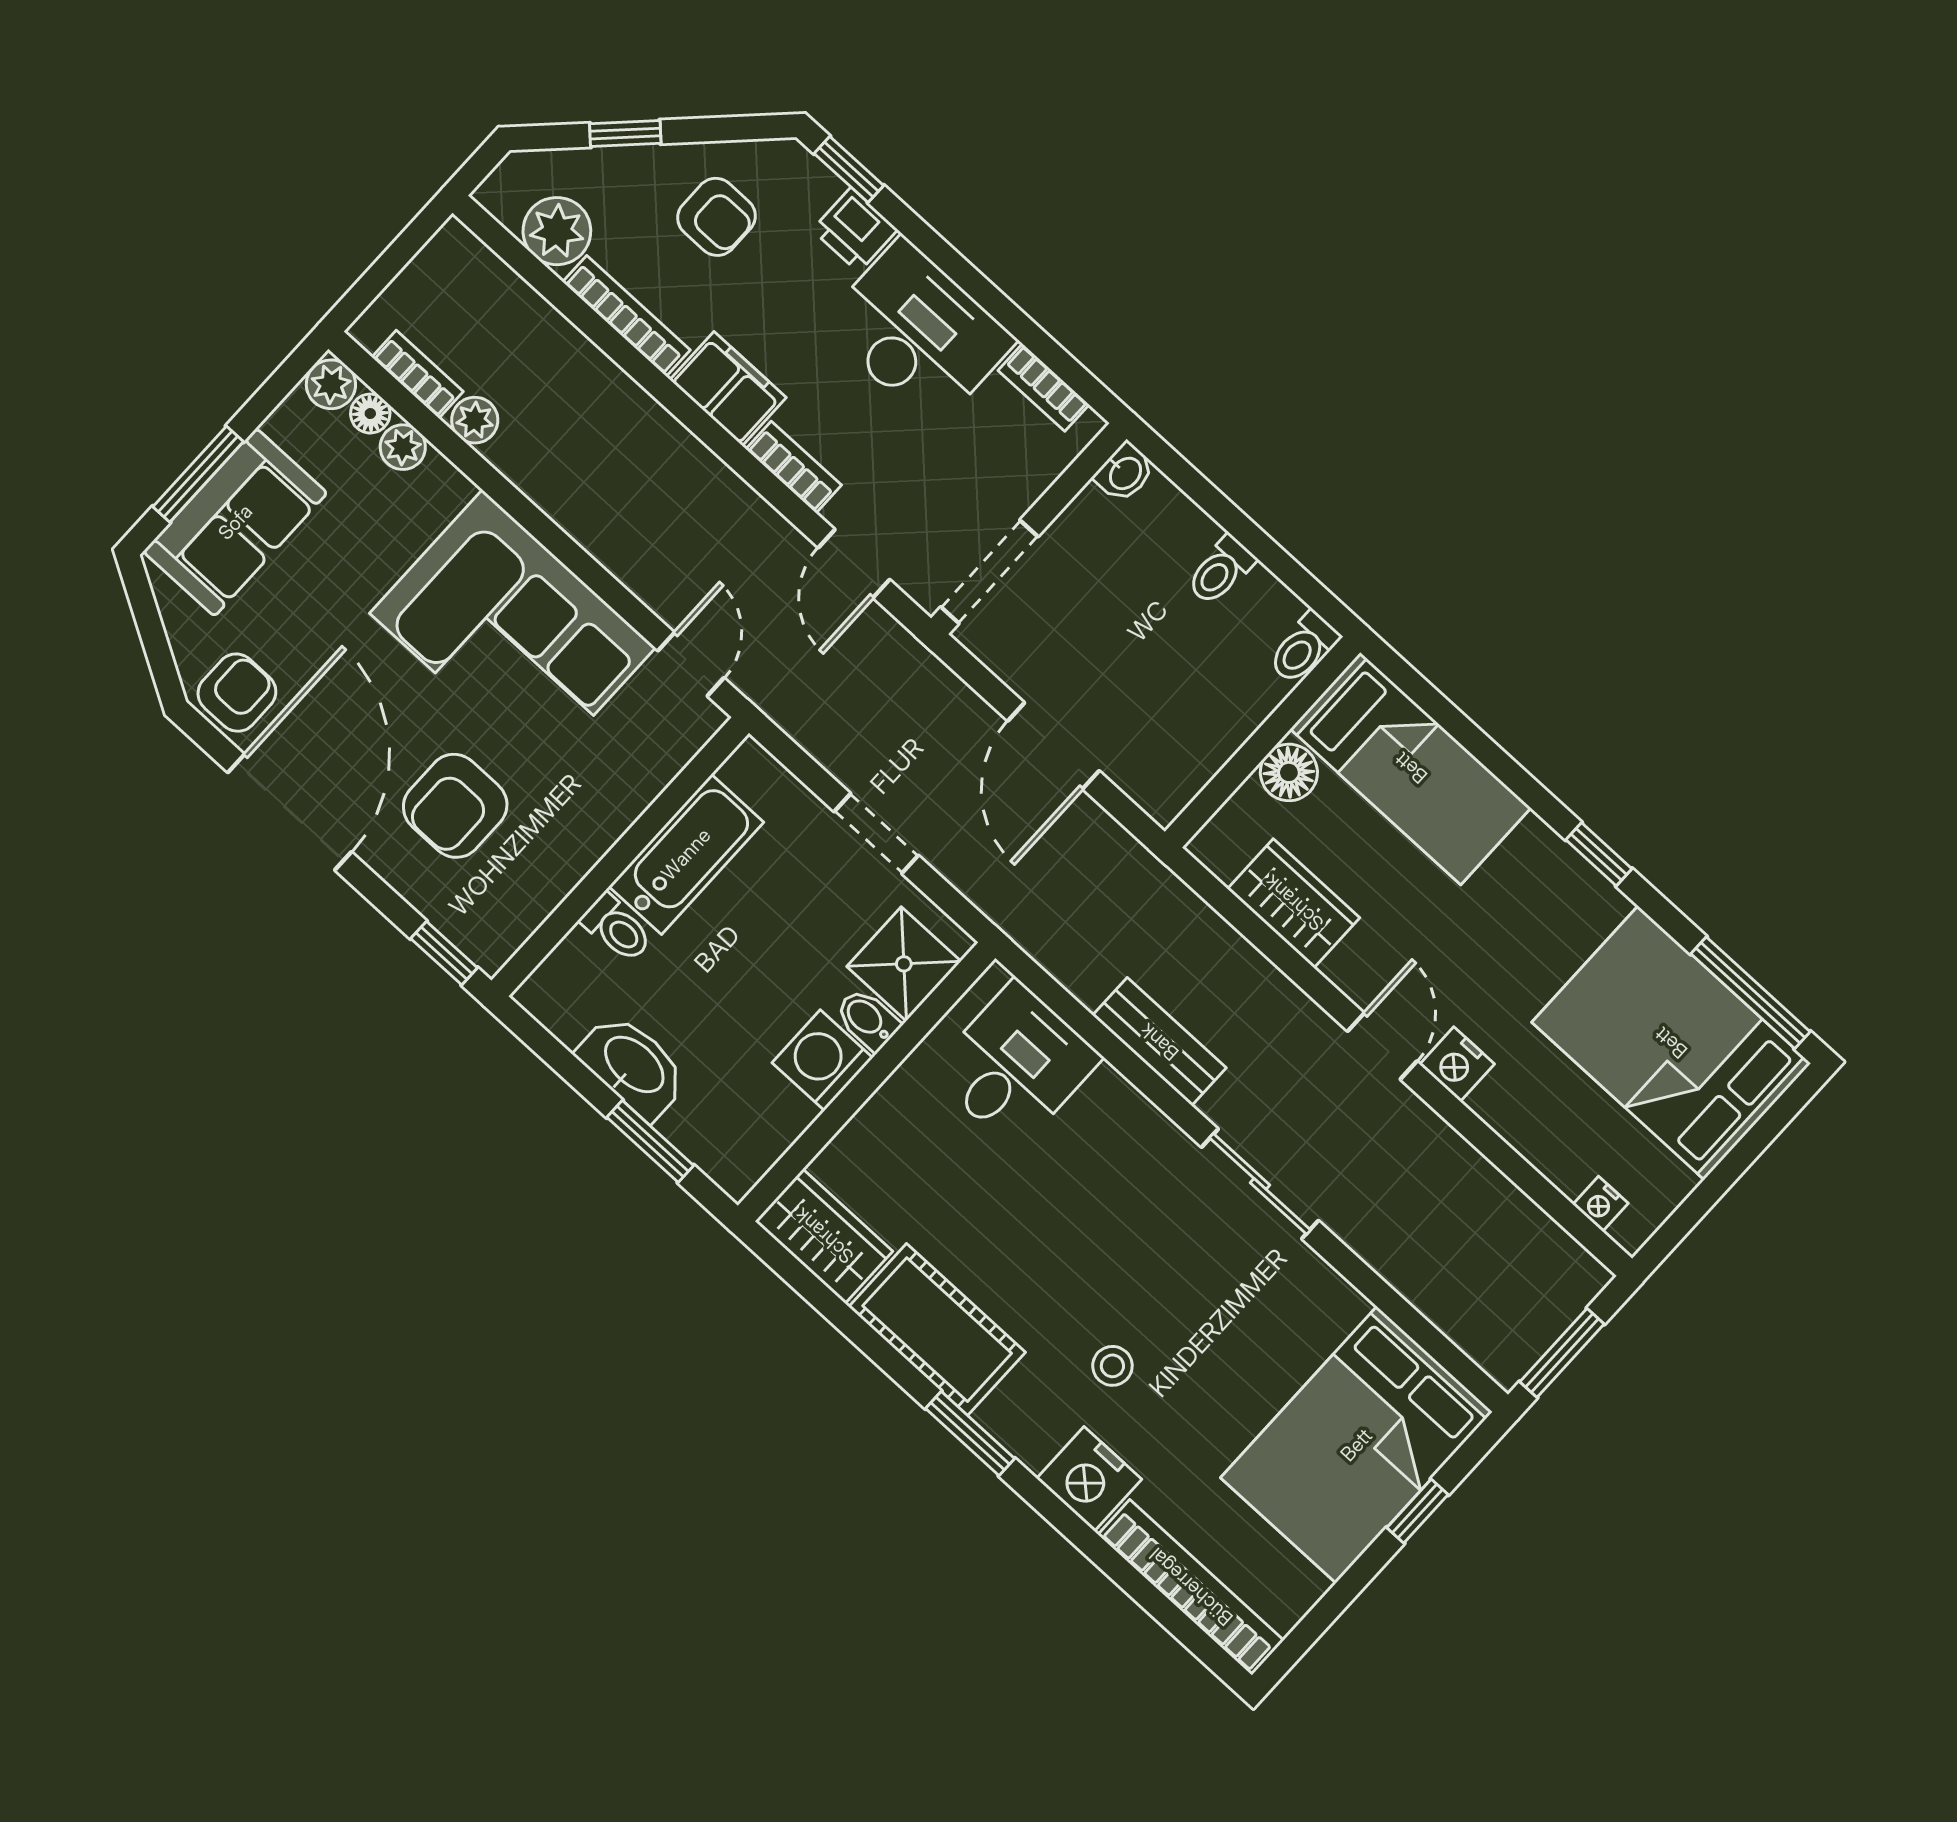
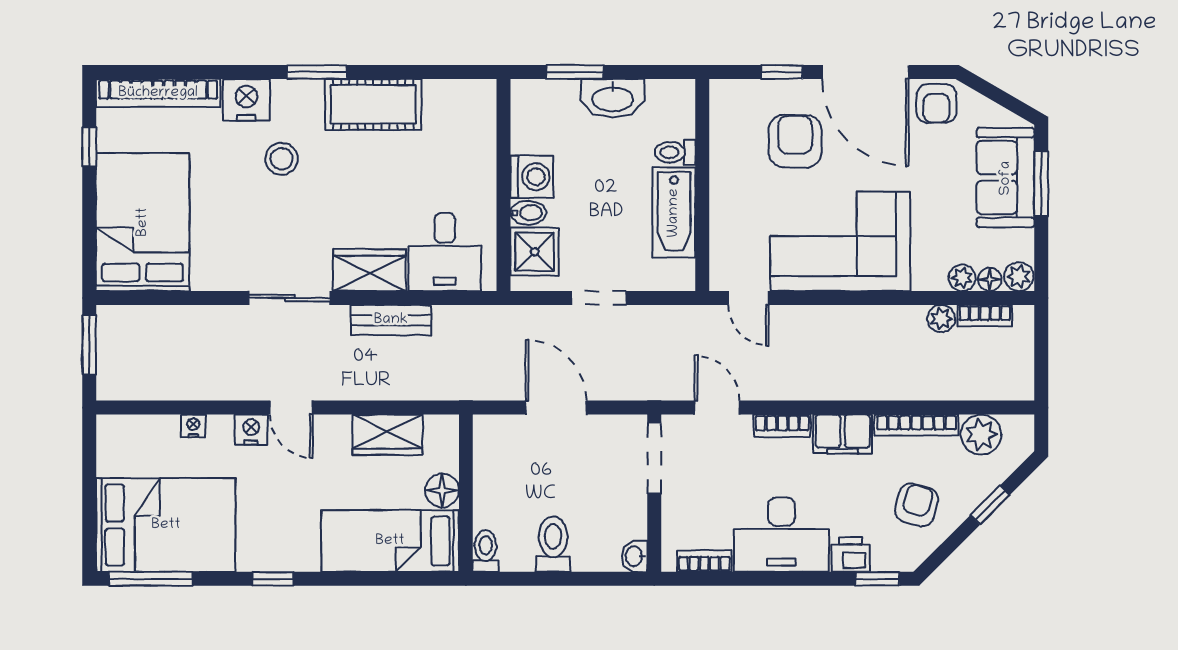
armchair: (716, 217) -> (917, 505), turned 106
toilet: (1221, 570) -> (553, 544), width x1.37, depth x1.39
window: (444, 953) -> (782, 72), moved
nightstand: (1601, 1204) -> (193, 426), moved
wardrobe: (824, 1236) -> (370, 270), moved, turned 180
stool: (1112, 1366) -> (282, 159), width x1.37, depth x1.37
window: (1417, 1511) -> (89, 147), moved

